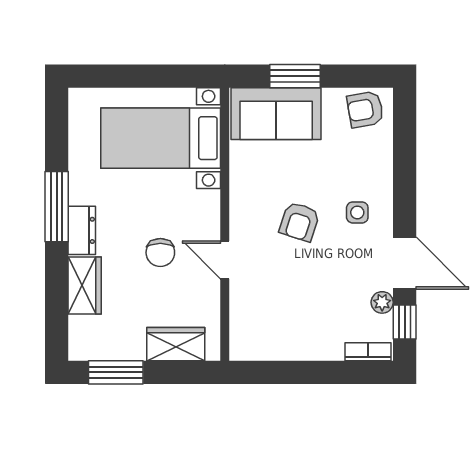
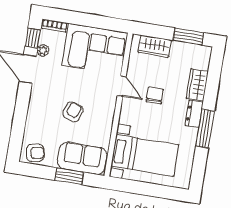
side table: (357, 212) -> (48, 100), removed
armchair: (299, 222) -> (73, 112), moved
corner sofa: (286, 320) -> (95, 49), added

